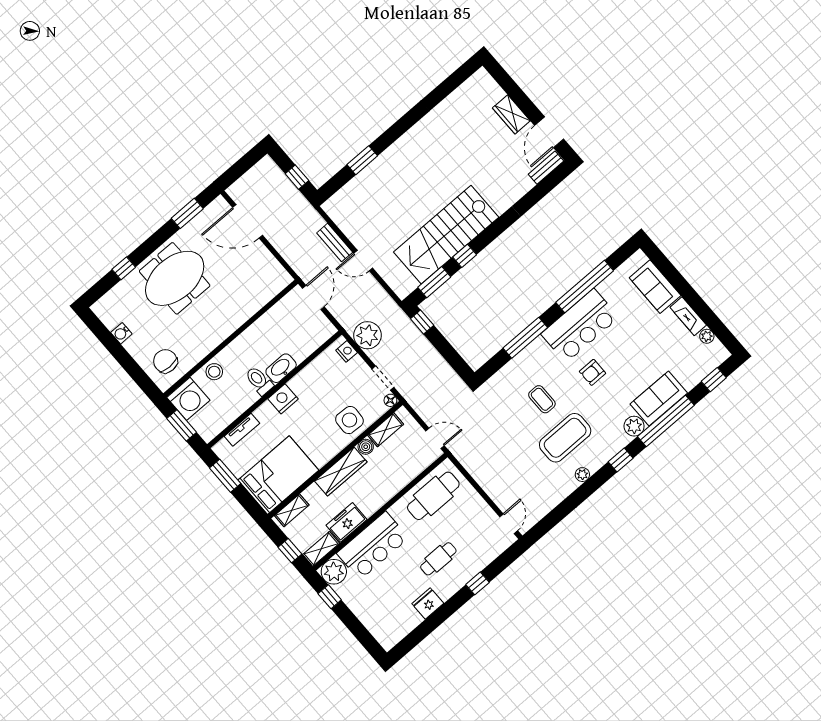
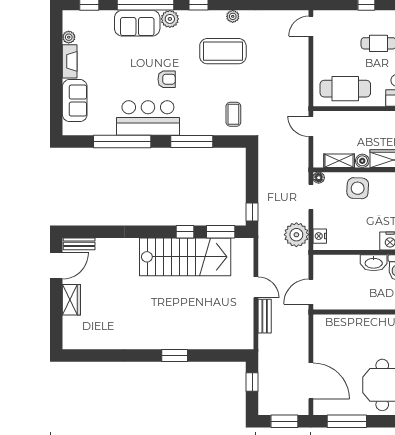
window: (362, 160) -> (175, 356), moved
window: (241, 167) -> (284, 421), added
window: (187, 213) -> (347, 421), width x1.44
coffee table: (542, 399) -> (233, 114), moved

